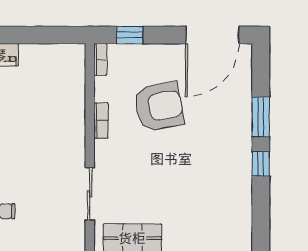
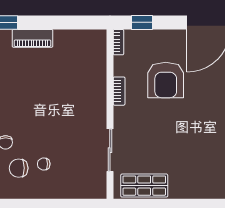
armchair: (159, 107) -> (166, 80), turned 101

